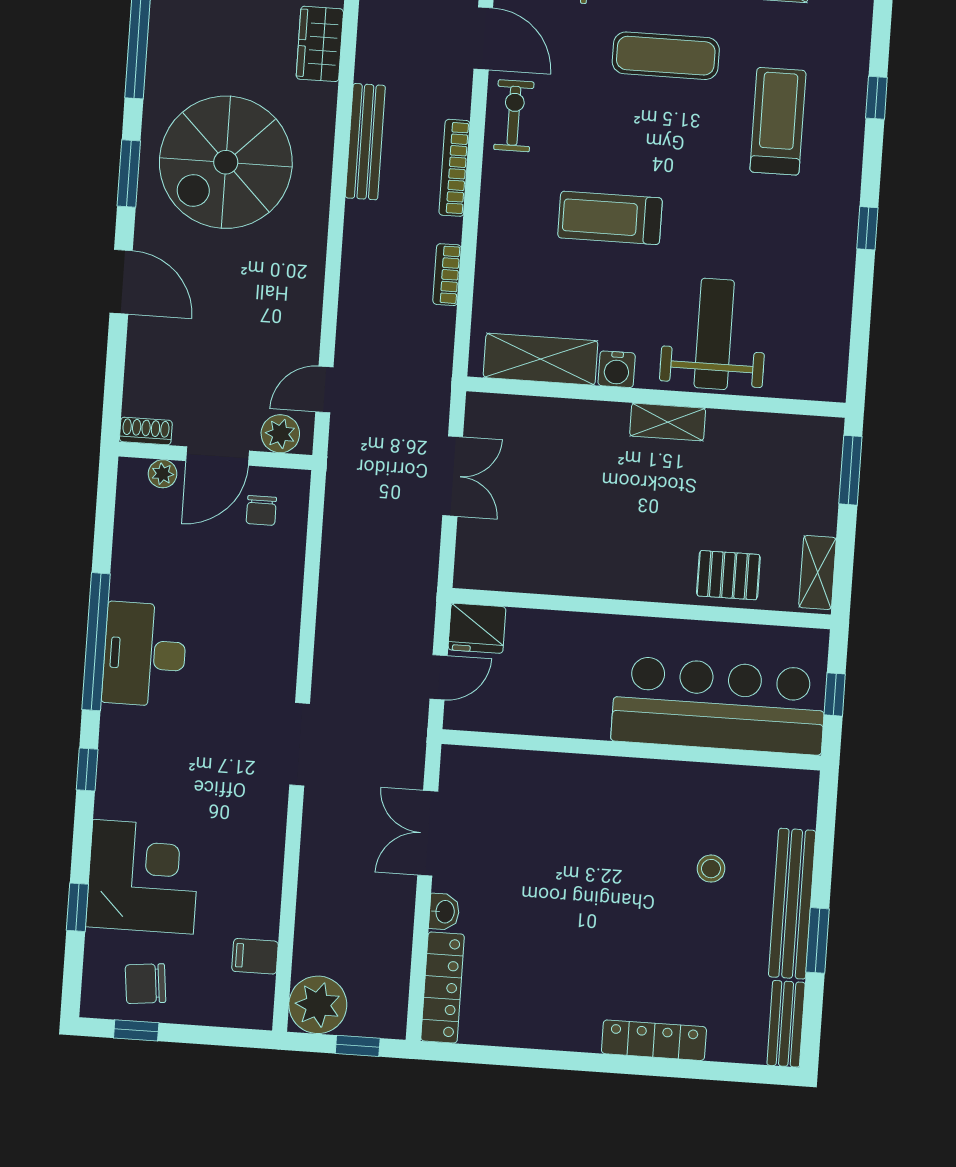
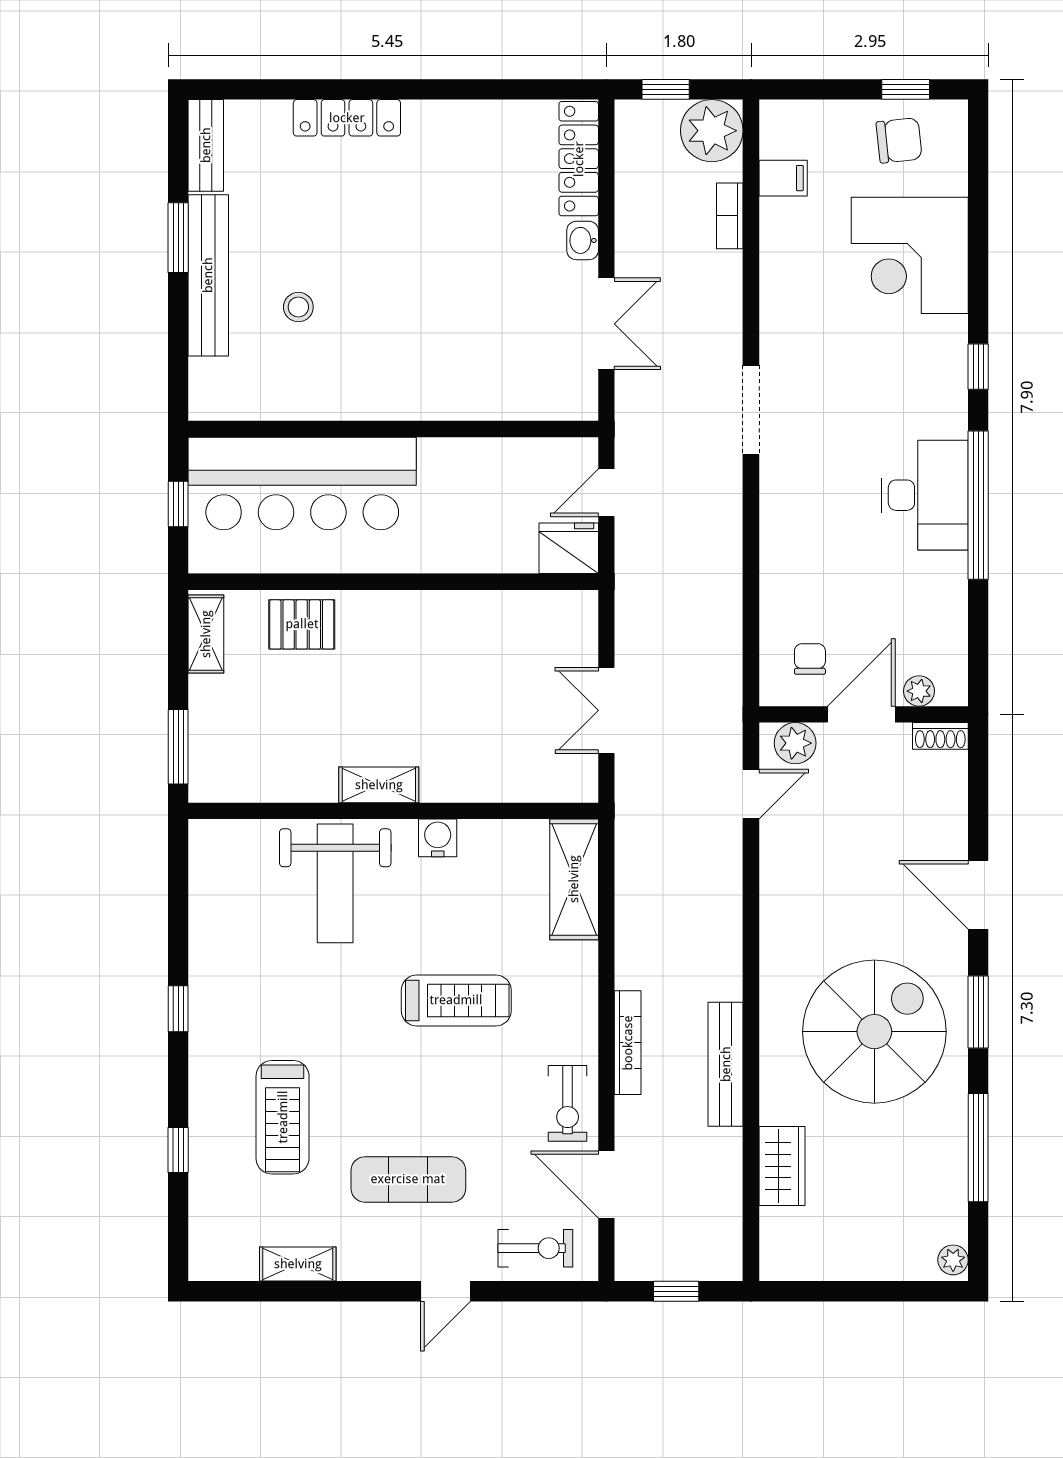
bookcase: (447, 275) -> (730, 216), moved, turned 180
shelving: (541, 359) -> (574, 879), moved, turned 90
window: (77, 907) -> (978, 218), removed

